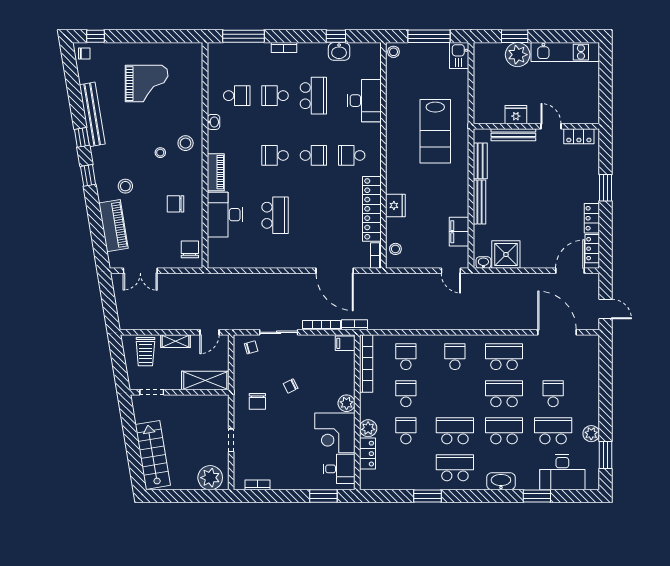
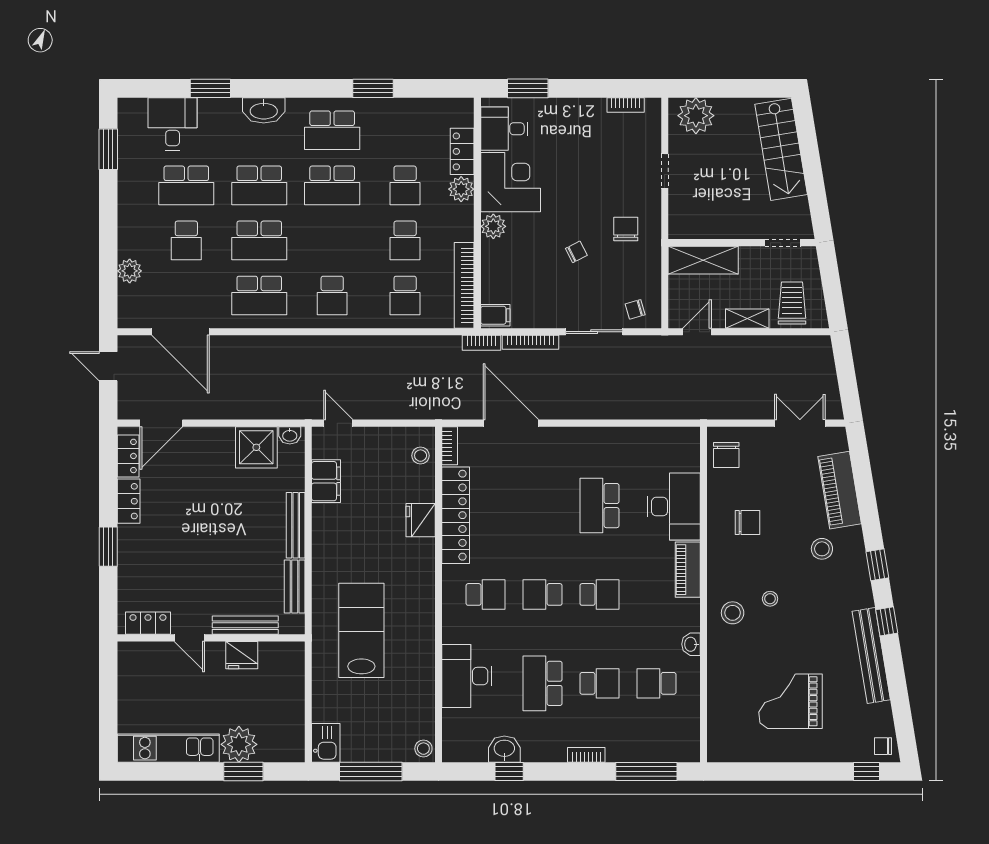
plant: (591, 434) -> (130, 271), moved
desk: (562, 472) -> (173, 124), width x0.73

